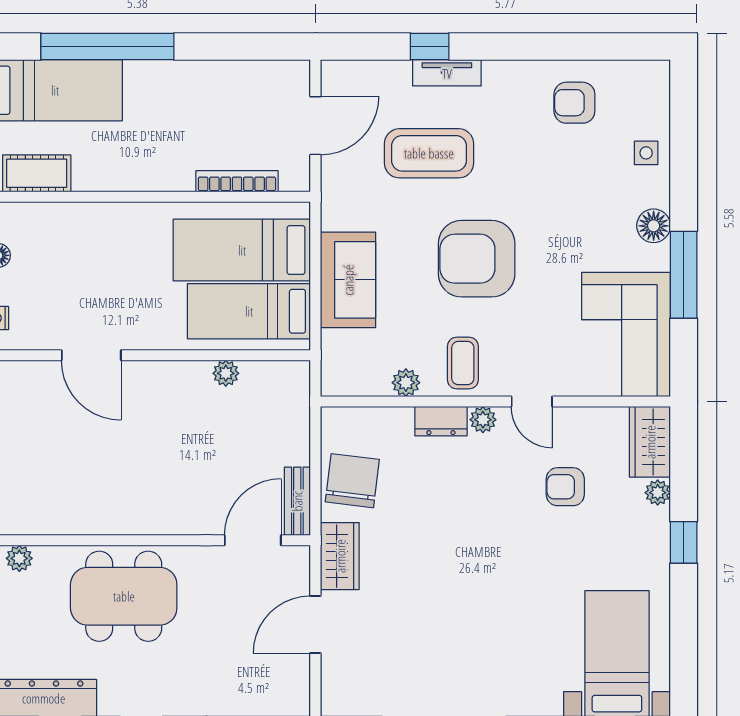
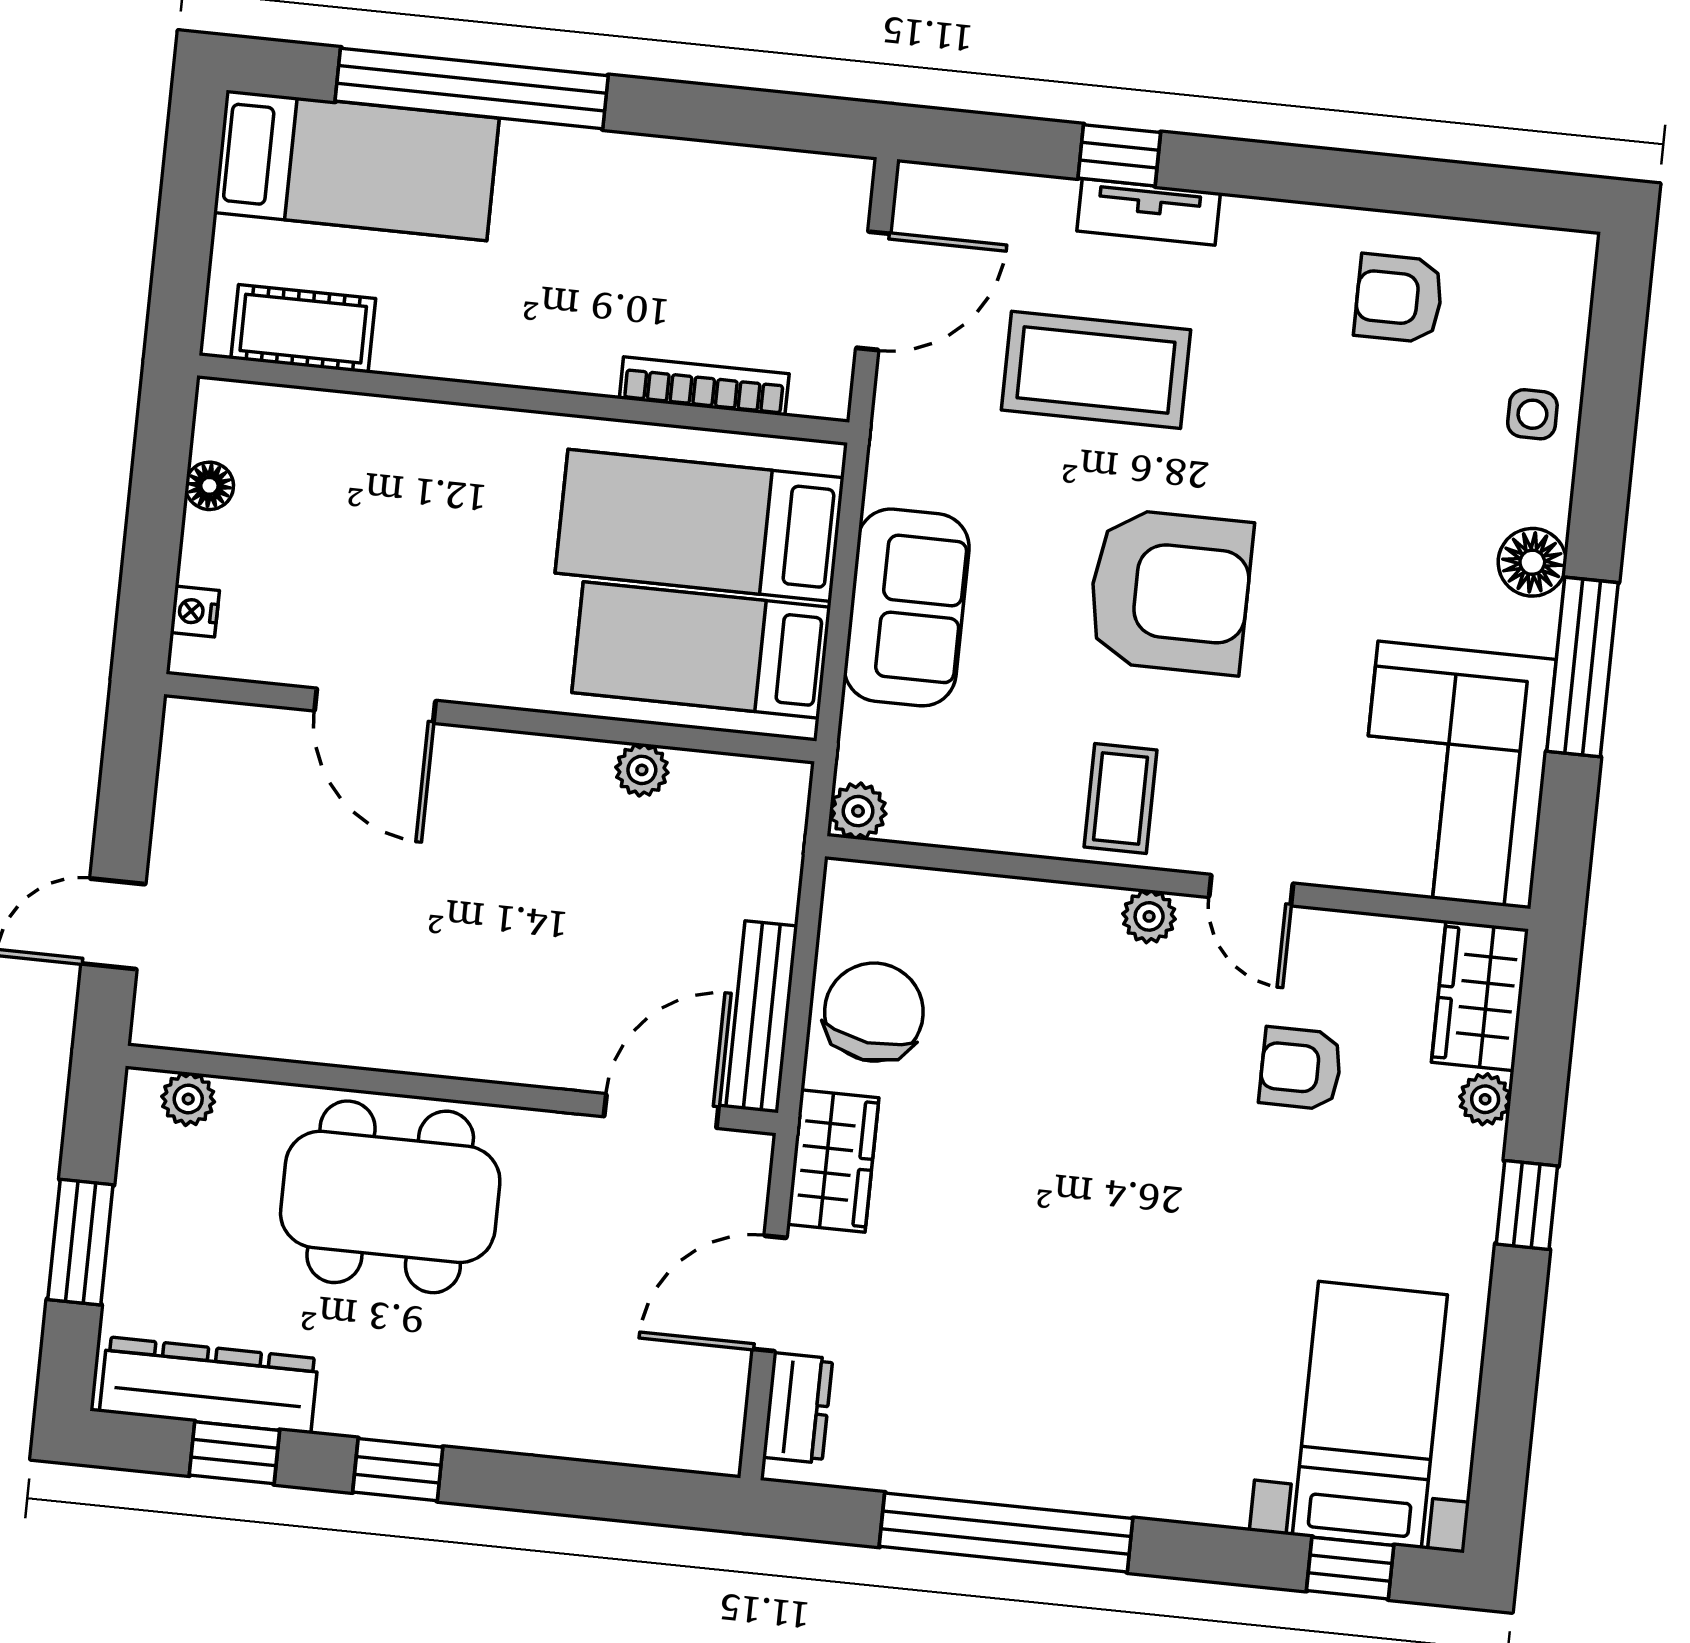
armchair: (477, 259) -> (1170, 592), turned 180
plant: (406, 383) -> (858, 811), moved
dresser: (441, 421) -> (798, 1408), moved, turned -90
bench: (297, 501) -> (762, 1017), width x1.36

